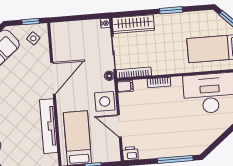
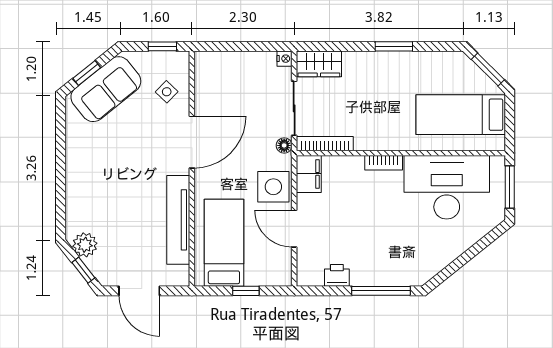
wardrobe: (133, 24) -> (319, 64), width x0.67
side table: (33, 38) -> (167, 92), moved
bookcase: (159, 82) -> (384, 163), moved
filing cabinet: (125, 86) -> (309, 174), width x2.00
printer: (130, 154) -> (337, 275), moved

